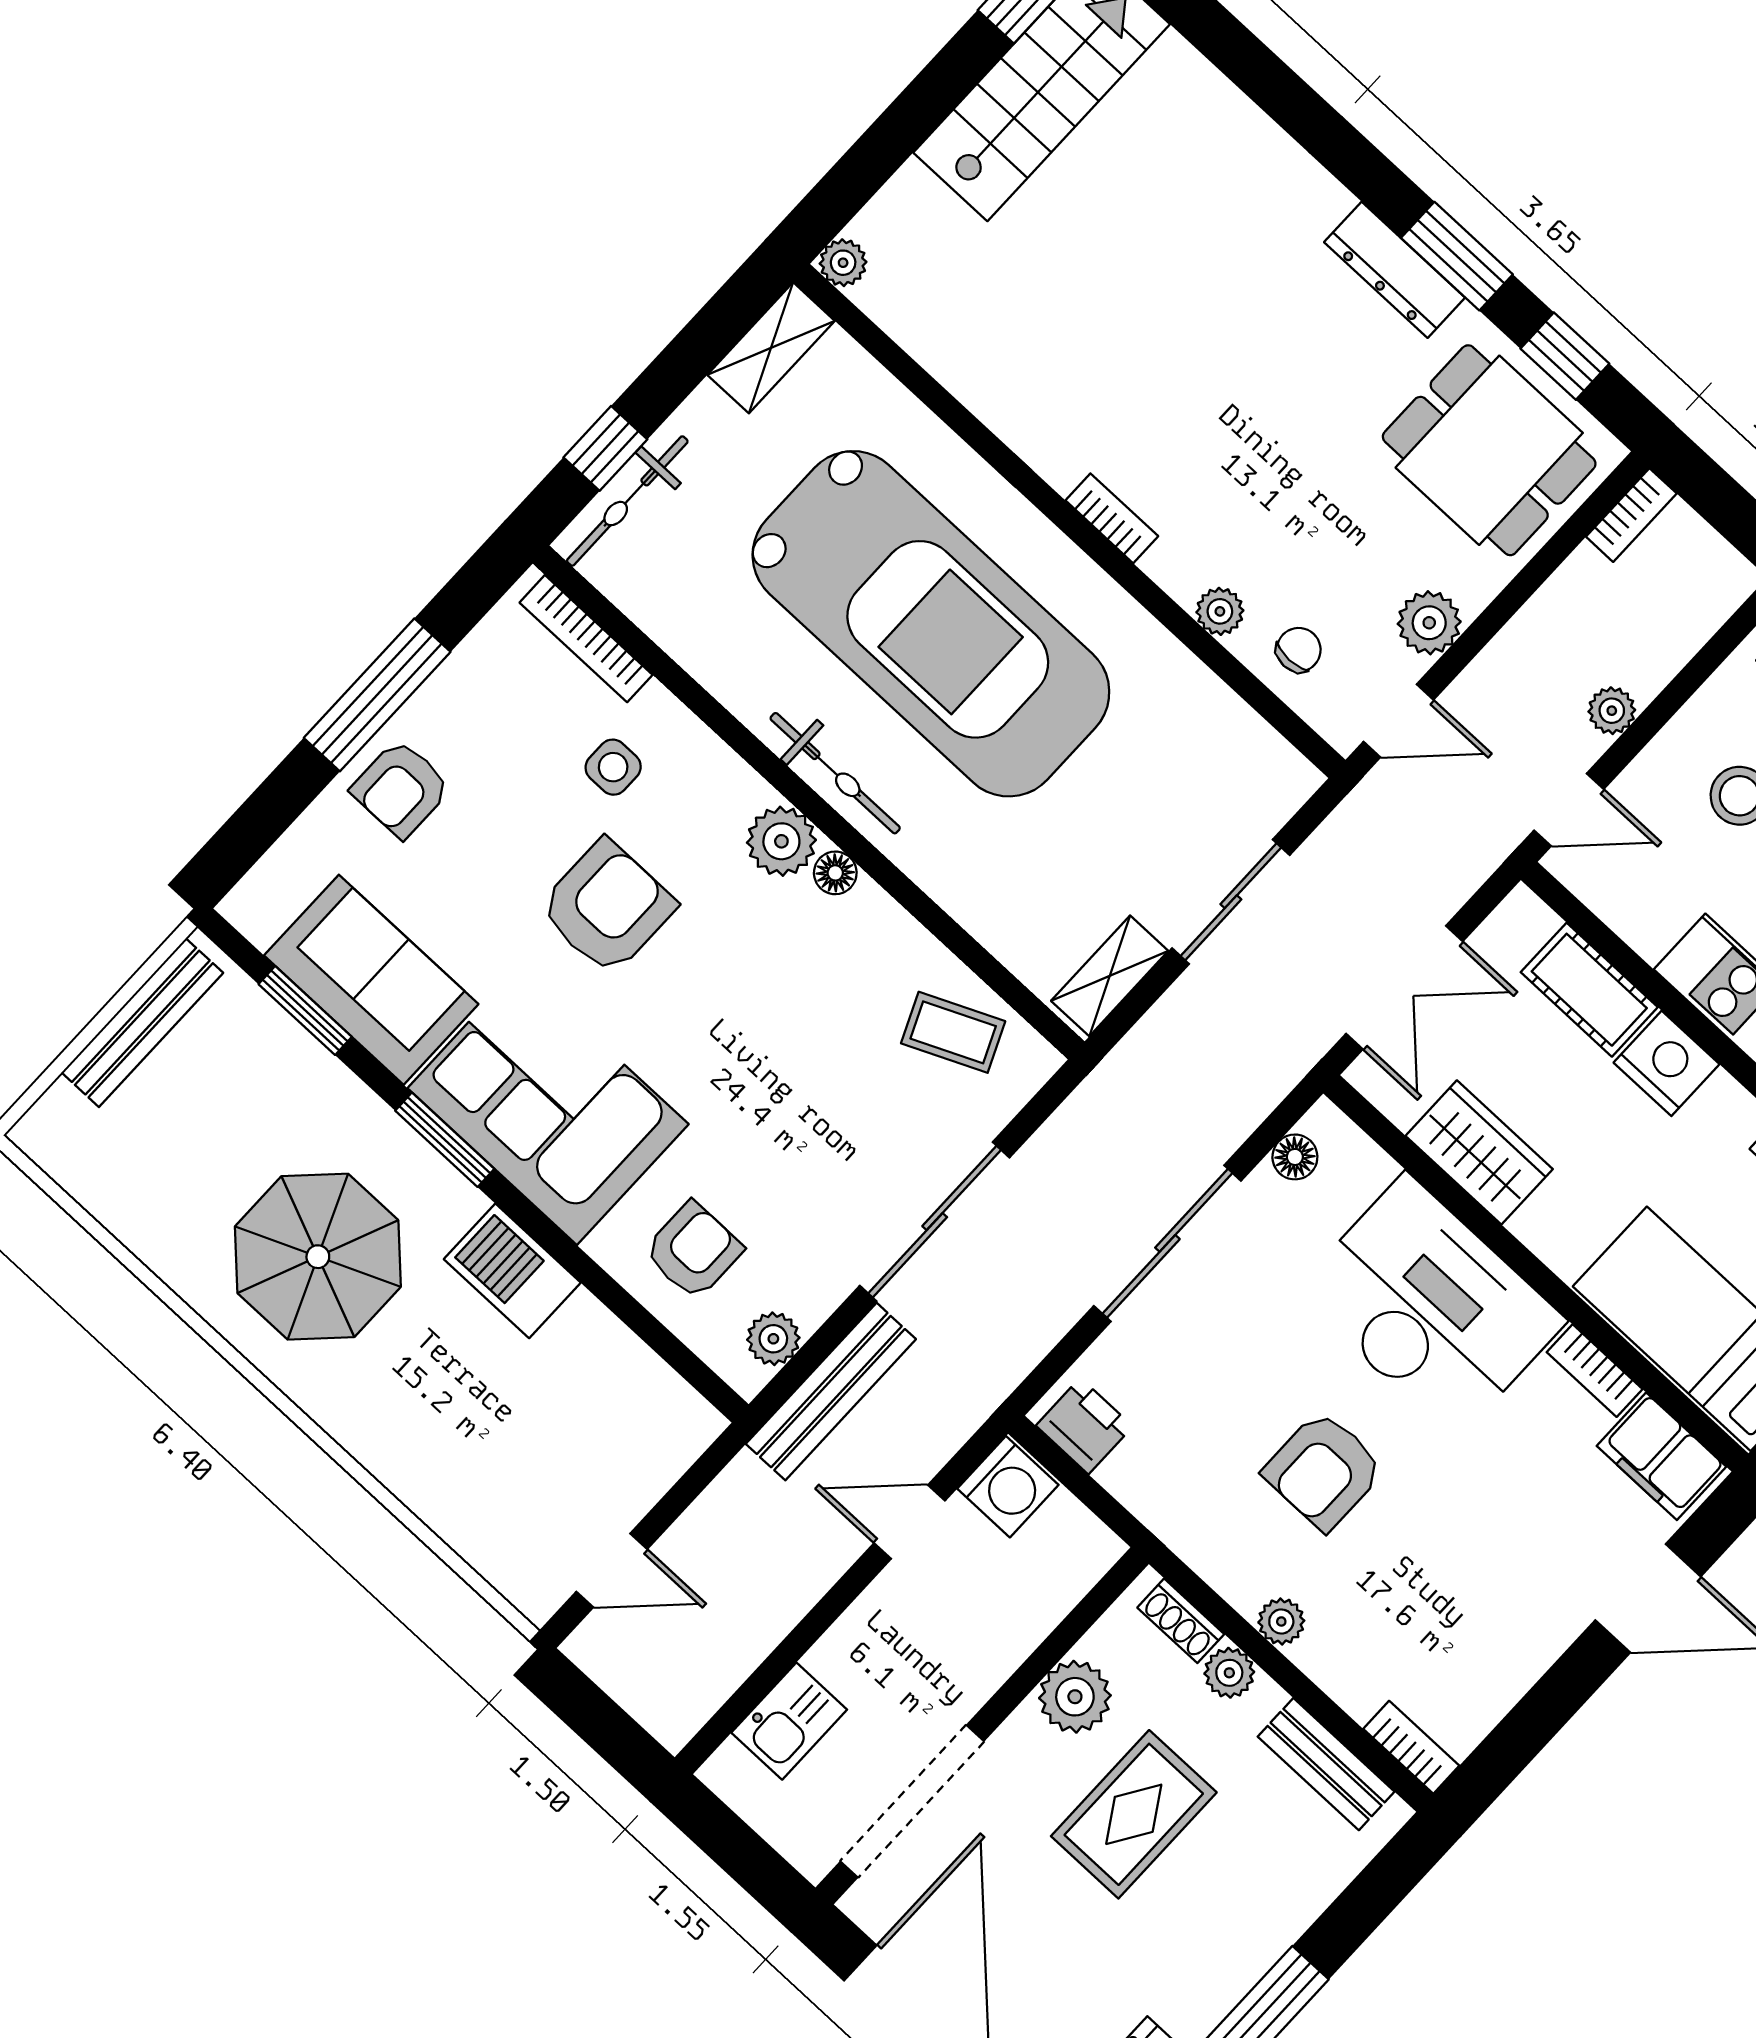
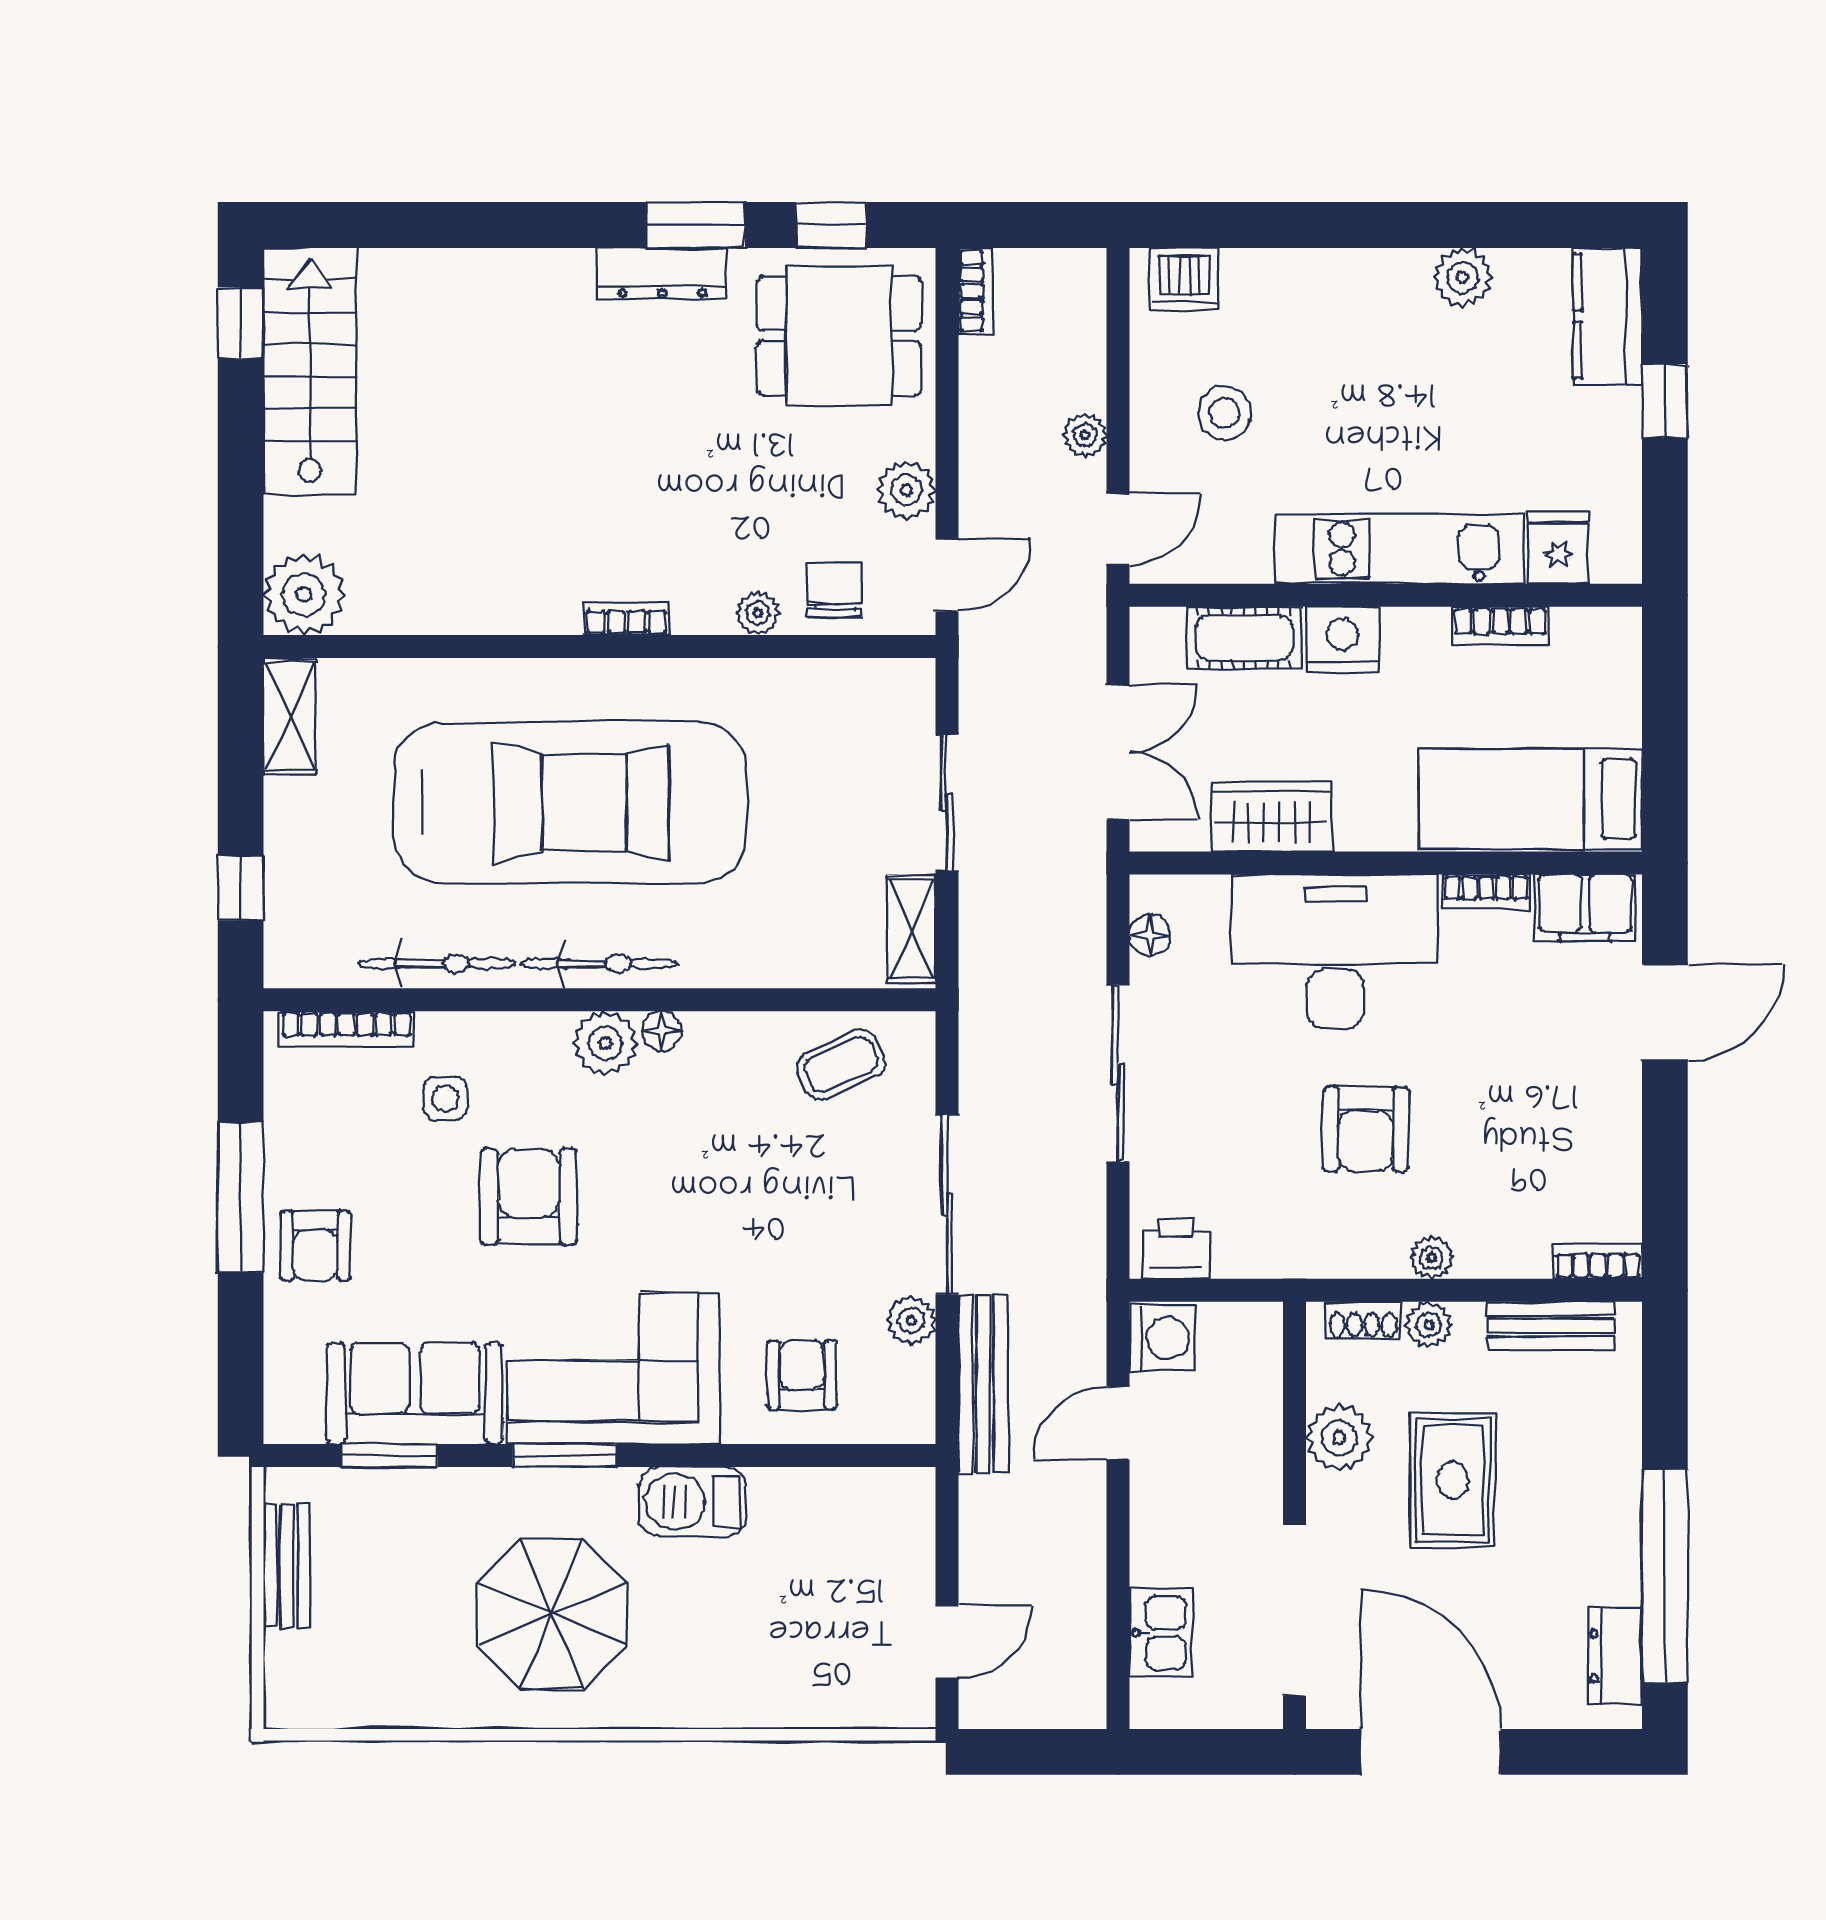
plant: (843, 263) -> (304, 595), width x1.87, depth x1.87
bicycle: (627, 501) -> (437, 963), moved, turned -90
chair: (1299, 650) -> (835, 590), width x1.37, depth x1.37
bench: (142, 1023) -> (287, 1566), width x0.73
plant: (773, 1339) -> (911, 1320), moved

